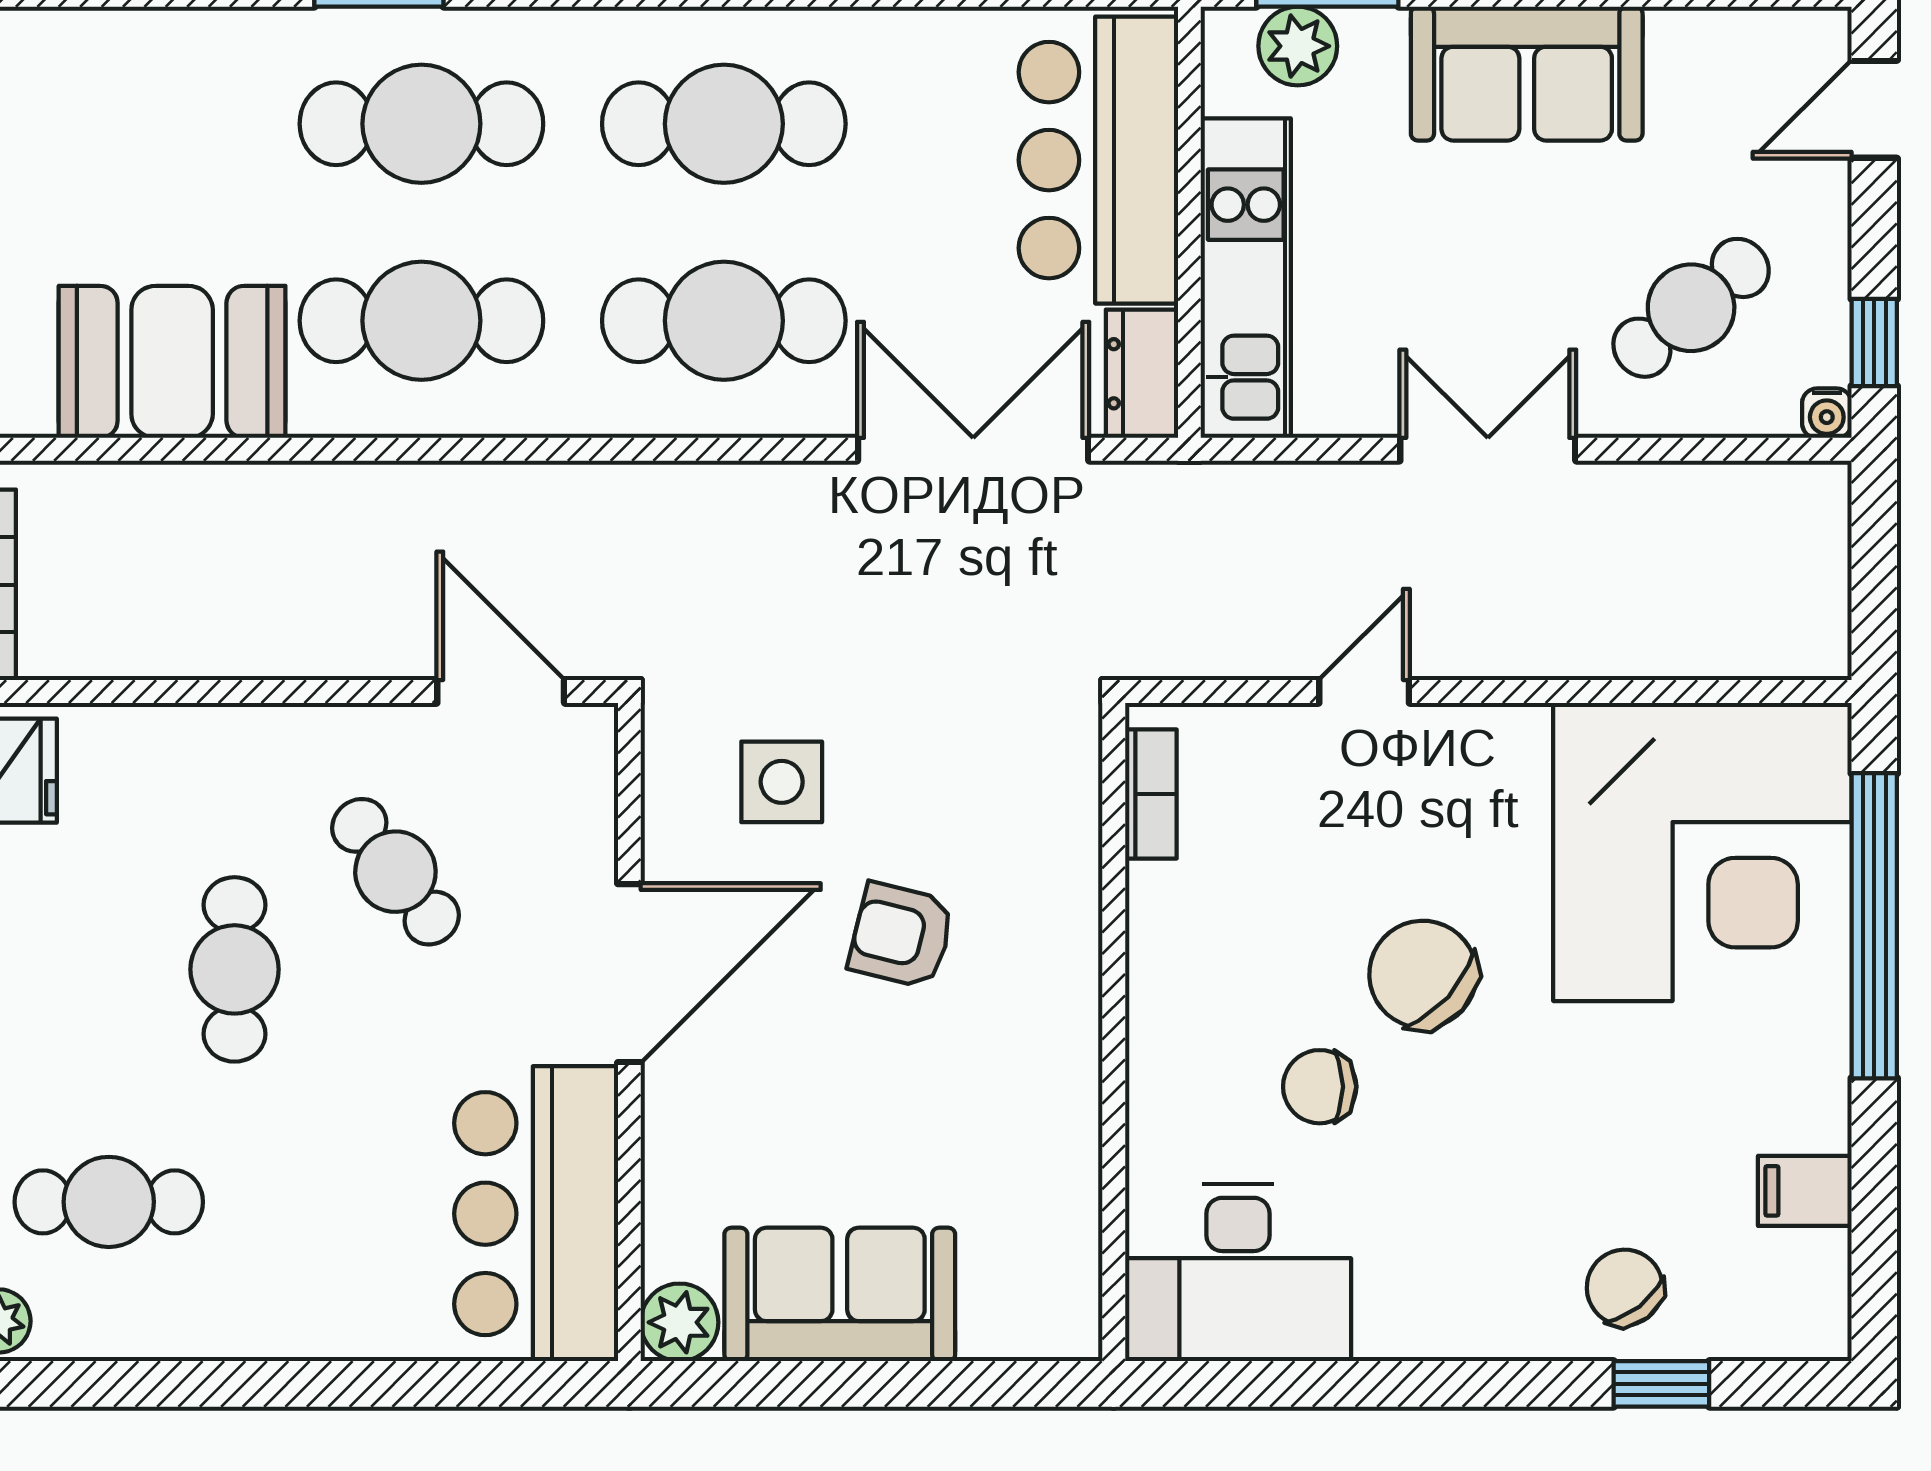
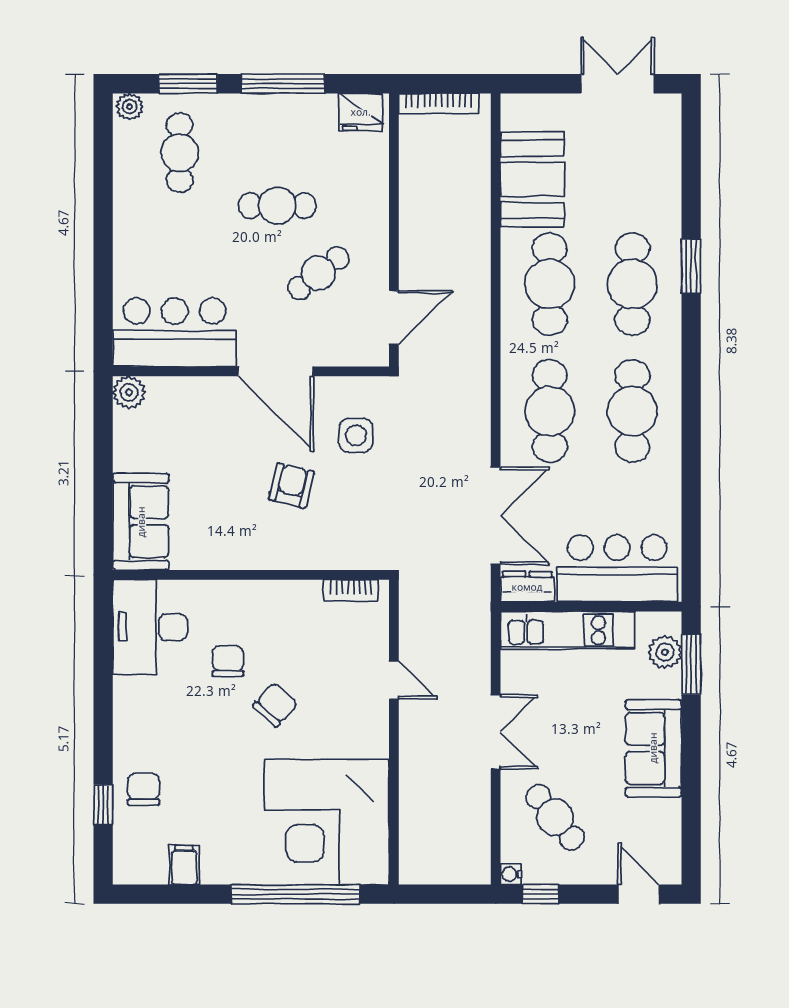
chair: (1423, 974) -> (275, 705), width x0.73, depth x0.73
chair: (1625, 1288) -> (144, 789), turned -52
sofa: (840, 1294) -> (141, 522), moved

